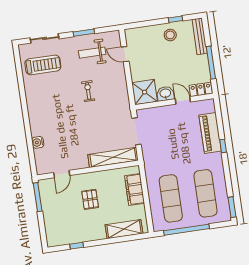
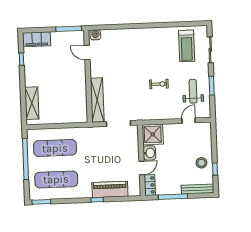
water cooler: (38, 142) -> (95, 35), moved
filing cabinet: (135, 189) -> (37, 39), moved, turned 180
pallet: (90, 199) -> (62, 76), removed

